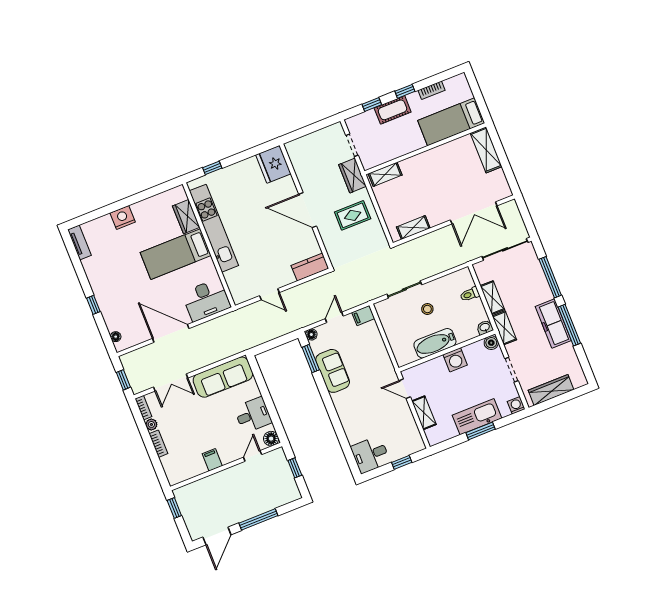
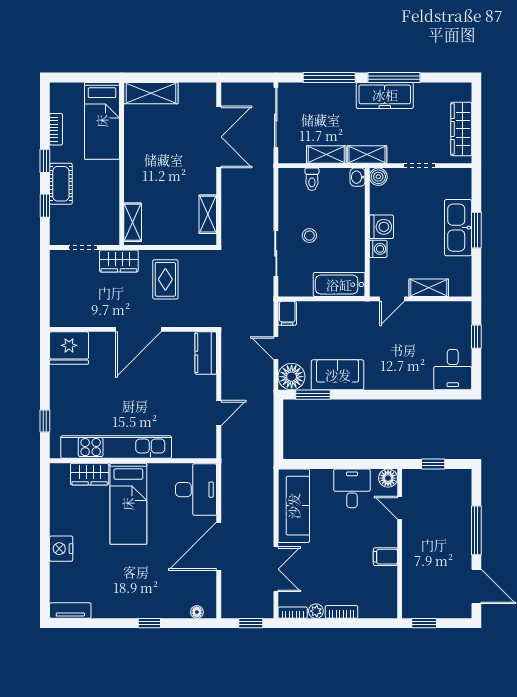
floor lamp: (311, 335) -> (292, 377), width x1.89, depth x1.89
bathtub: (435, 343) -> (339, 285), moved, turned 90
washing machine: (516, 405) -> (378, 249), moved, turned 180

